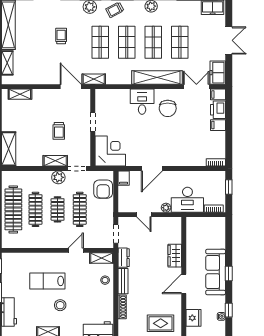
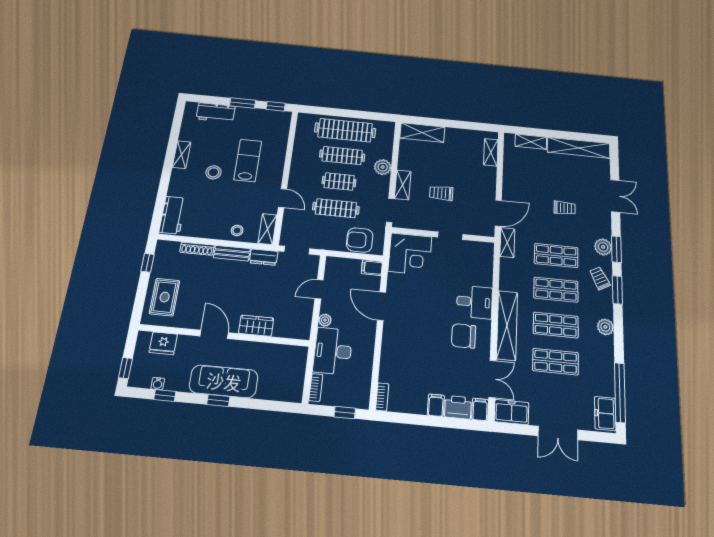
plant: (58, 177) -> (383, 167), moved

